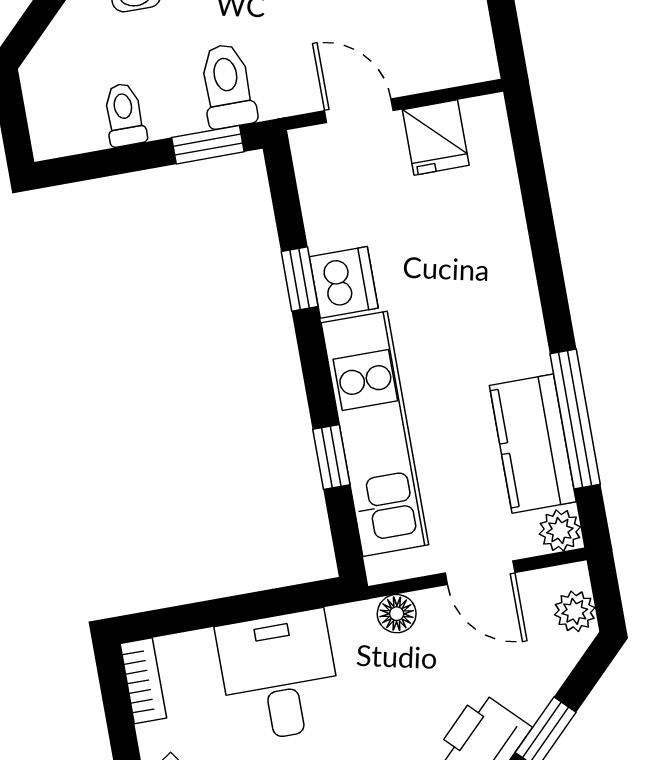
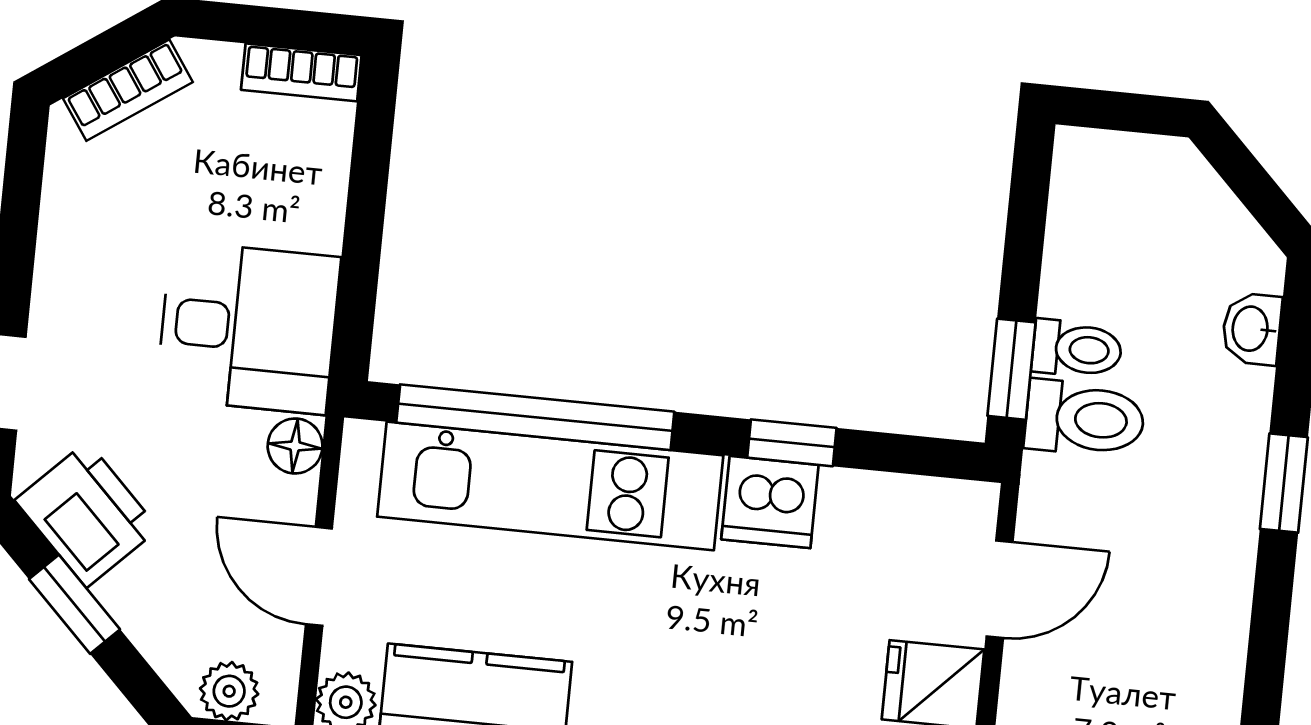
toilet: (124, 115) -> (1077, 349), moved
window: (331, 457) -> (535, 417), width x3.17
door: (480, 573) -> (319, 576), hinge flipped
desk: (279, 676) -> (248, 328), moved

